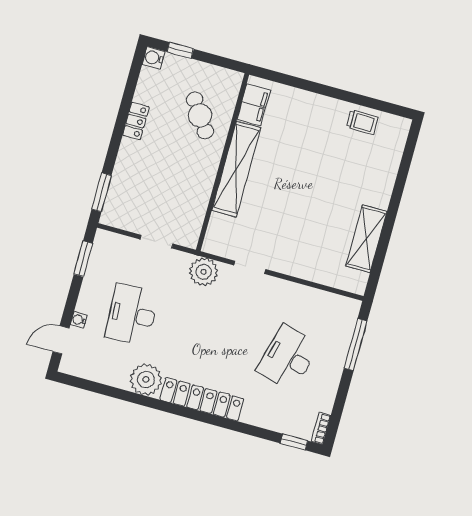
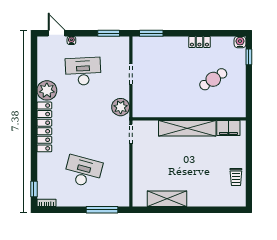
filing cabinet: (254, 105) -> (228, 128), moved
wall: (223, 162) -> (189, 119), moved
shelving: (236, 169) -> (187, 128), moved

